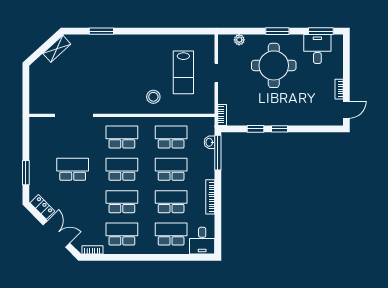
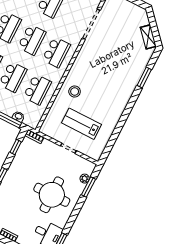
window: (277, 31) -> (89, 187), moved
window: (256, 129) -> (16, 147), moved

